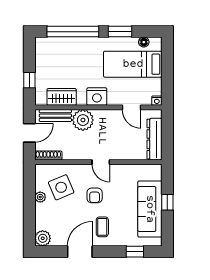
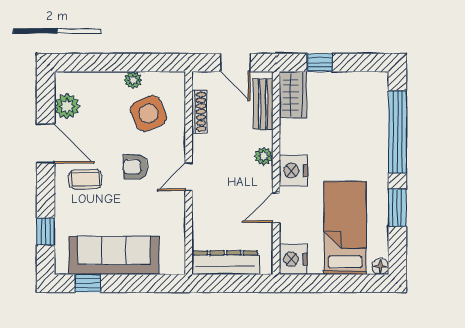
floor lamp: (144, 42) -> (380, 266), moved
wardrobe: (62, 97) -> (293, 95), moved
nightstand: (157, 101) -> (293, 259), width x1.89, depth x1.79
door: (132, 107) -> (276, 208), moved
plant: (83, 120) -> (264, 156), width x0.53, depth x0.53
shoe rack: (48, 155) -> (199, 112), moved
window: (167, 202) -> (88, 283), moved
plant: (43, 238) -> (67, 106), moved

